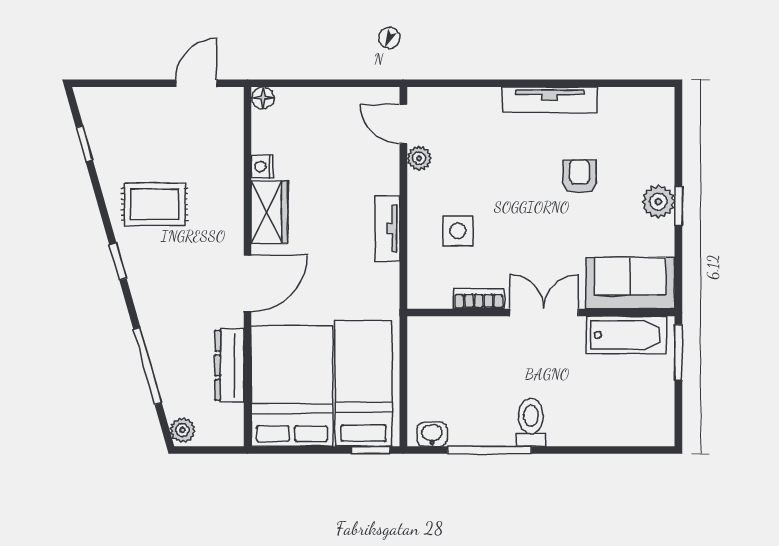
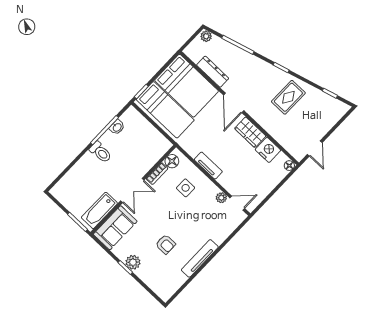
nightstand: (262, 167) -> (268, 150), width x1.89, depth x1.79
floor lamp: (436, 294) -> (172, 161), added
washbasin: (432, 434) -> (117, 127), moved

